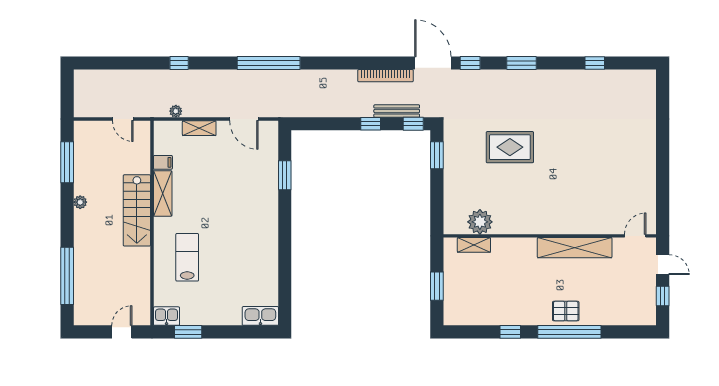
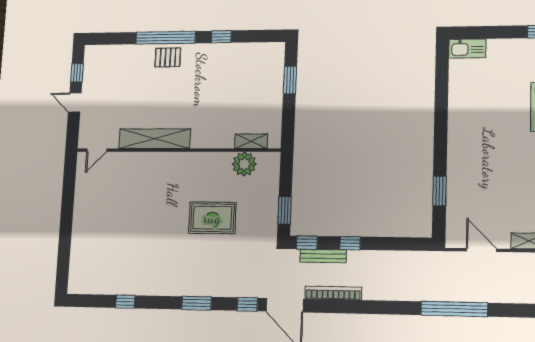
plant: (480, 222) -> (244, 164), moved
wall: (550, 236) -> (178, 150), moved
door: (635, 236) -> (97, 150), moved
shelving: (474, 245) -> (251, 141), moved
shelving: (575, 248) -> (155, 139), moved

